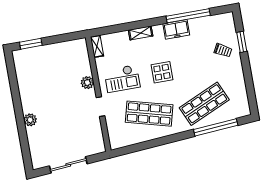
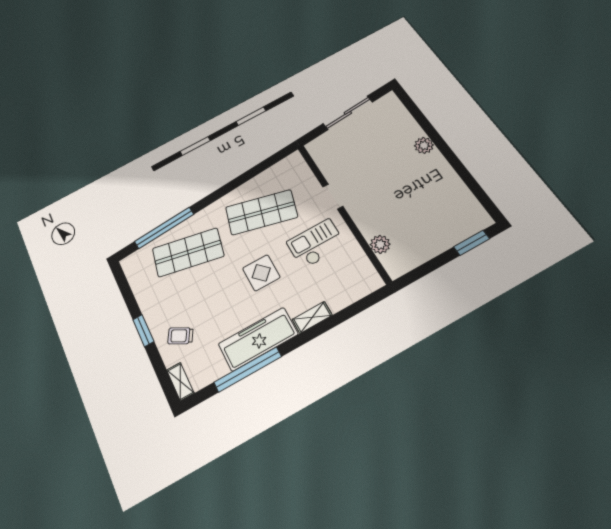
freezer: (176, 29) -> (258, 339), width x1.91, depth x1.26
window: (242, 42) -> (143, 331), moved
shelving: (97, 46) -> (180, 382), moved
plant: (87, 83) -> (380, 244), moved
shop shelf: (204, 104) -> (188, 252), turned 36

